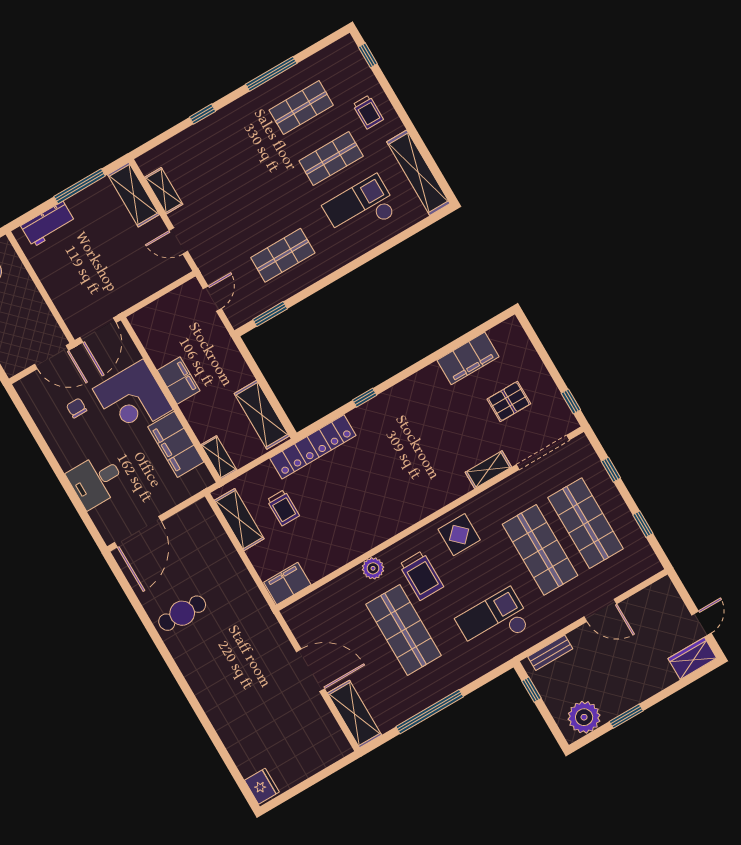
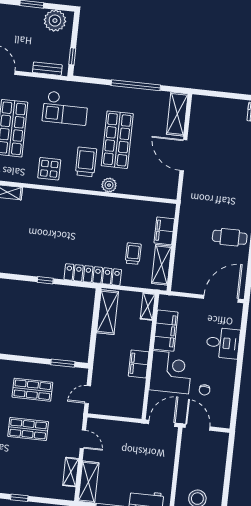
shop shelf: (253, 204) -> (28, 429), added
filing cabinet: (287, 583) -> (164, 231), moved, turned 90

